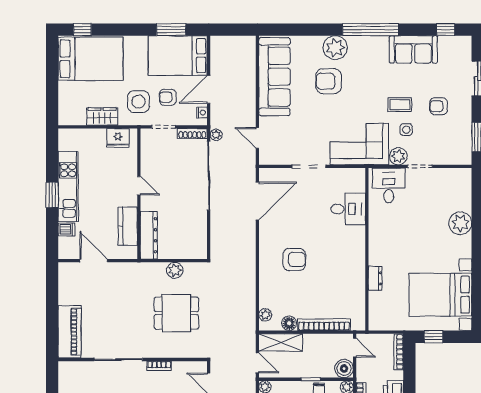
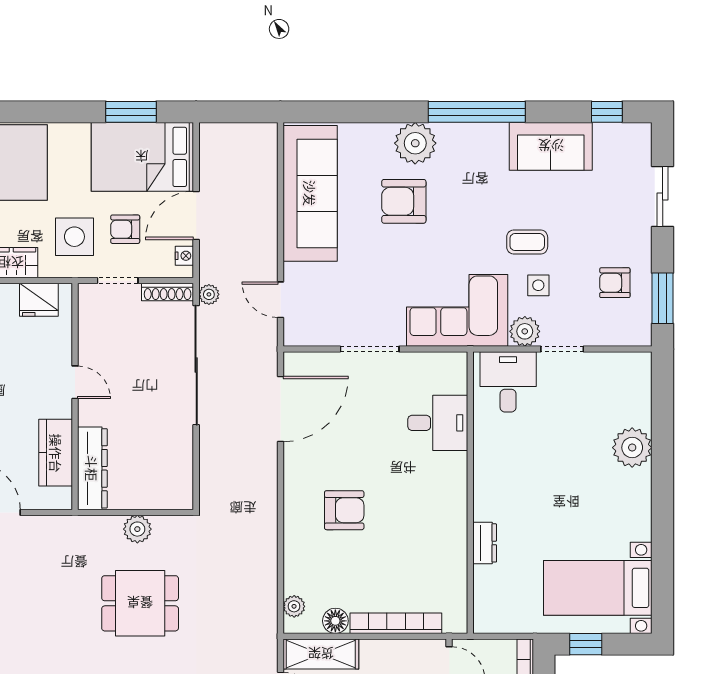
armchair: (439, 106) -> (615, 283), moved
bed with nightstands: (440, 295) -> (598, 588), width x0.73

